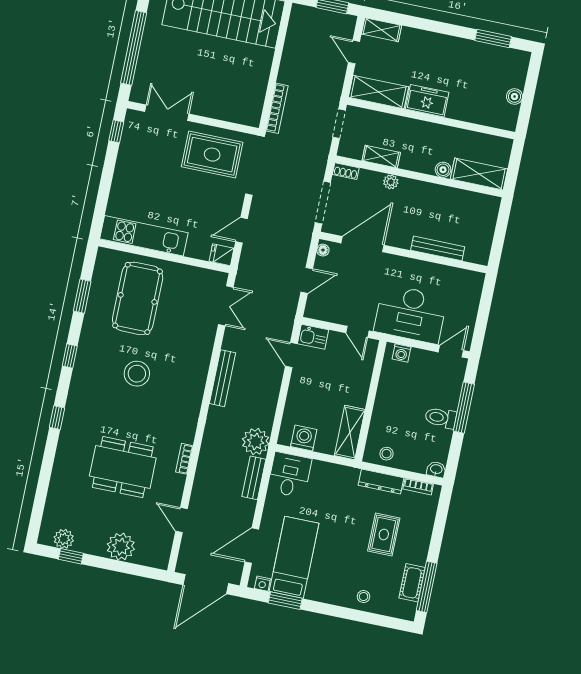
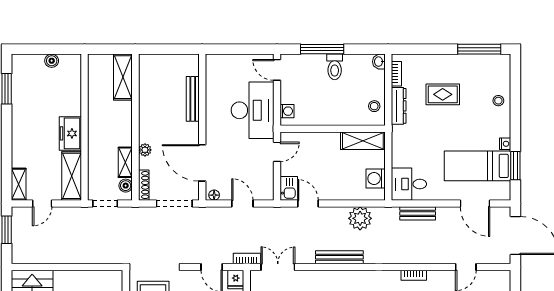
bookcase: (277, 108) -> (247, 258), moved, width x0.64
boiler: (443, 170) -> (126, 186), moved
shoe rack: (346, 171) -> (144, 185), width x1.43
door: (291, 355) -> (308, 203), swing flipped
plant: (256, 442) -> (360, 218), moved
cot: (412, 583) -> (478, 62), removed
nightstand: (262, 584) -> (505, 144), moved

